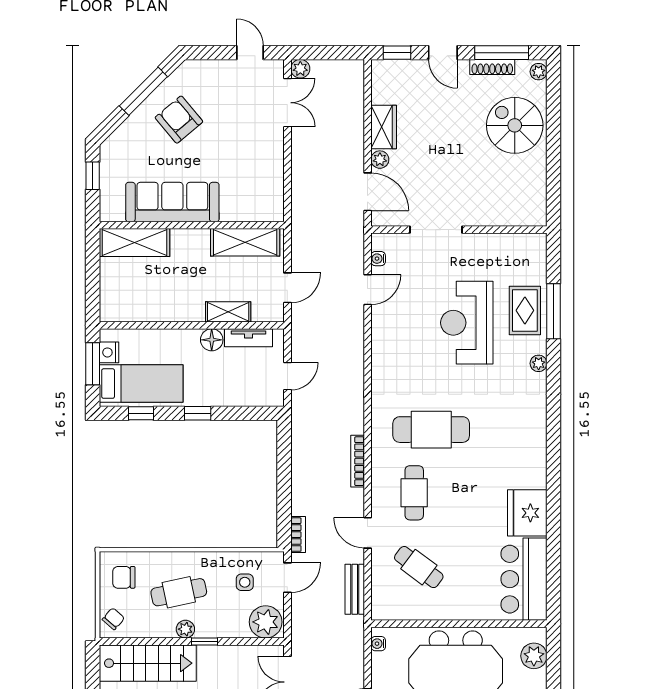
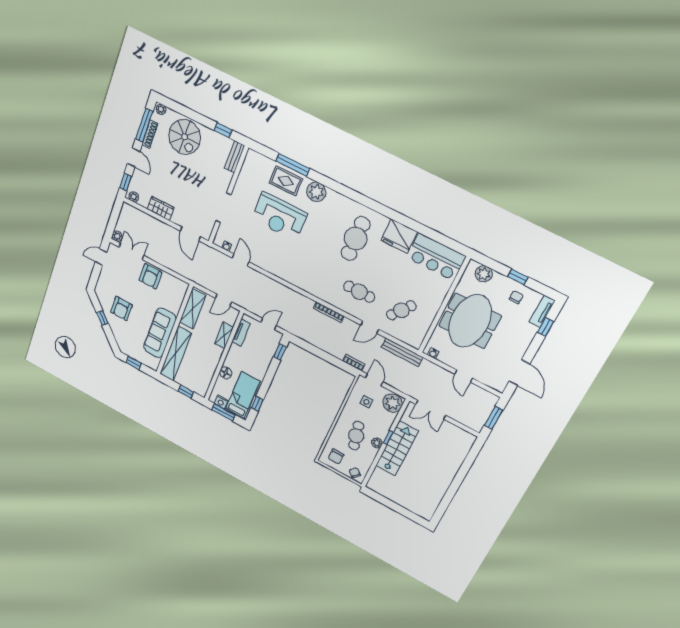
door: (443, 53) -> (134, 157), hinge flipped
window: (143, 91) -> (102, 318), width x0.46
armchair: (179, 120) -> (121, 309), turned -50
spiral stairs: (515, 125) -> (185, 137), turned -90
armchair: (262, 150) -> (150, 276), added
plant: (380, 160) -> (134, 197), moved
window: (554, 183) -> (223, 130), added
door: (368, 192) -> (190, 234), swing flipped
bench: (522, 217) -> (235, 157), added
shelving: (135, 243) -> (176, 354), width x1.47
window: (93, 286) -> (186, 392), added
door: (287, 288) -> (224, 300), swing flipped
floor lamp: (212, 340) -> (226, 373), moved
plant: (539, 363) -> (316, 192), width x1.88, depth x1.88
door: (287, 376) -> (269, 324), hinge flipped
window: (198, 413) -> (280, 352), moved
cafe table: (431, 430) -> (356, 239), moved
bench: (355, 589) -> (402, 352), width x1.36
stairs: (148, 663) -> (397, 448), moved

